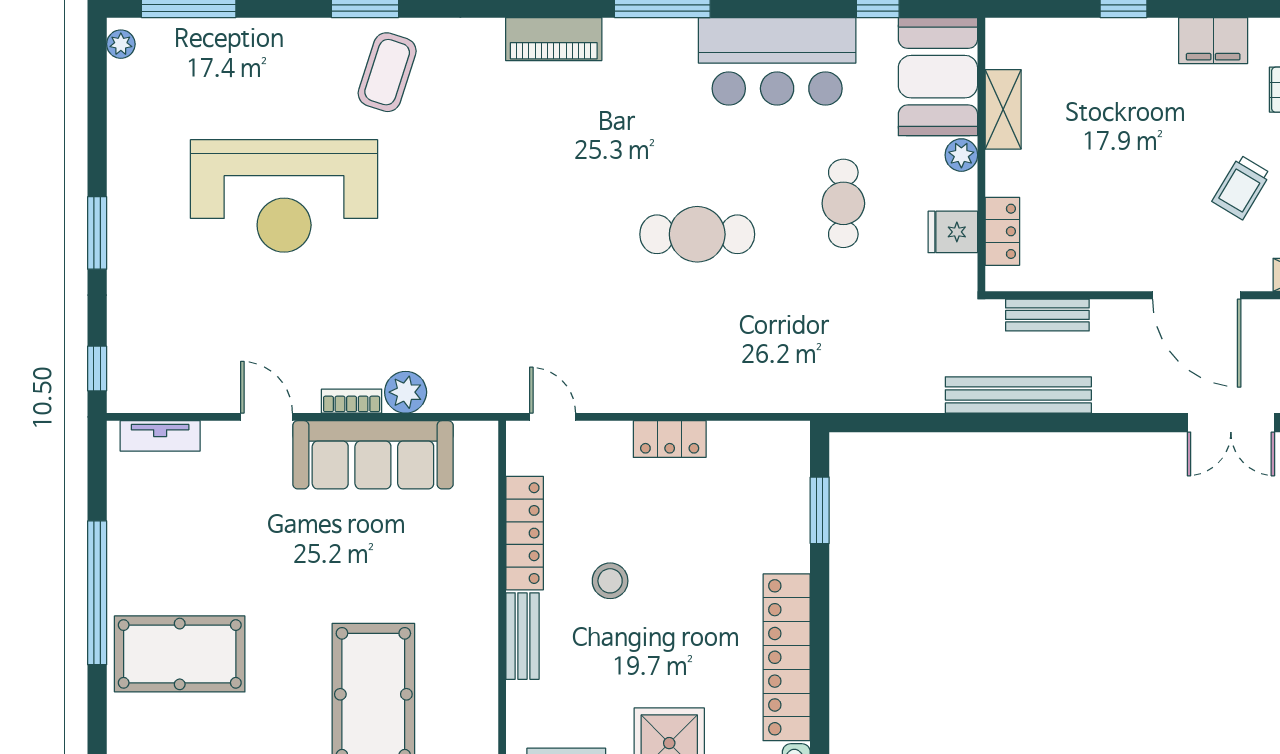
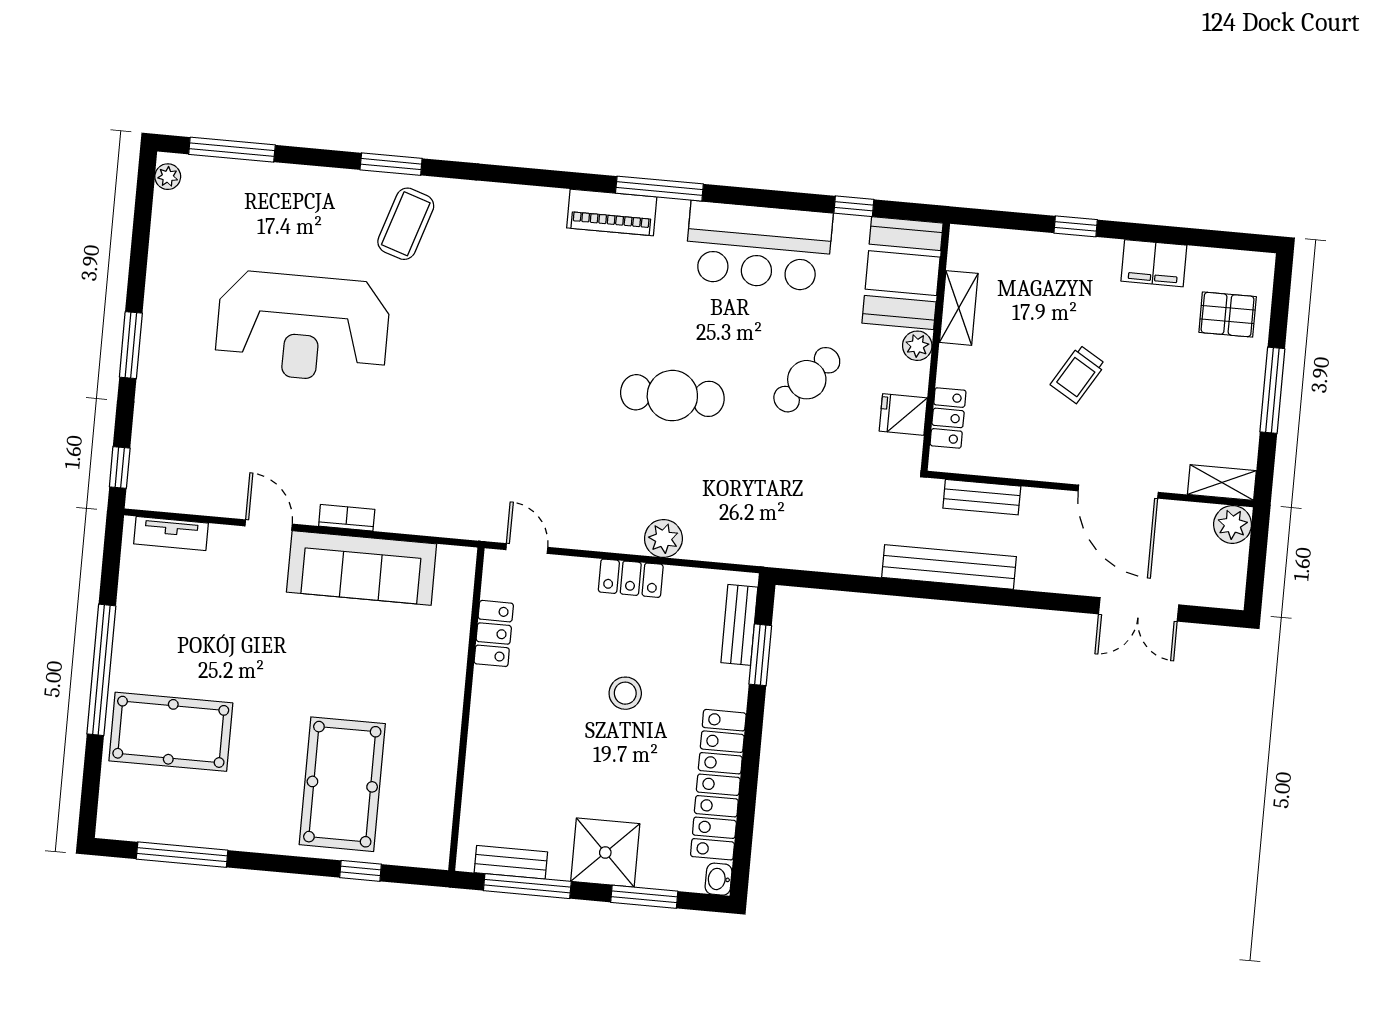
piano: (554, 39) -> (612, 212), moved
trolley: (1241, 187) -> (1078, 374), moved
cafe table: (843, 203) -> (807, 380), turned 41
plant: (406, 392) -> (663, 538), moved
locker: (525, 533) -> (494, 633), width x0.66
stool: (610, 581) -> (625, 693), moved
bench: (522, 636) -> (739, 625), moved

